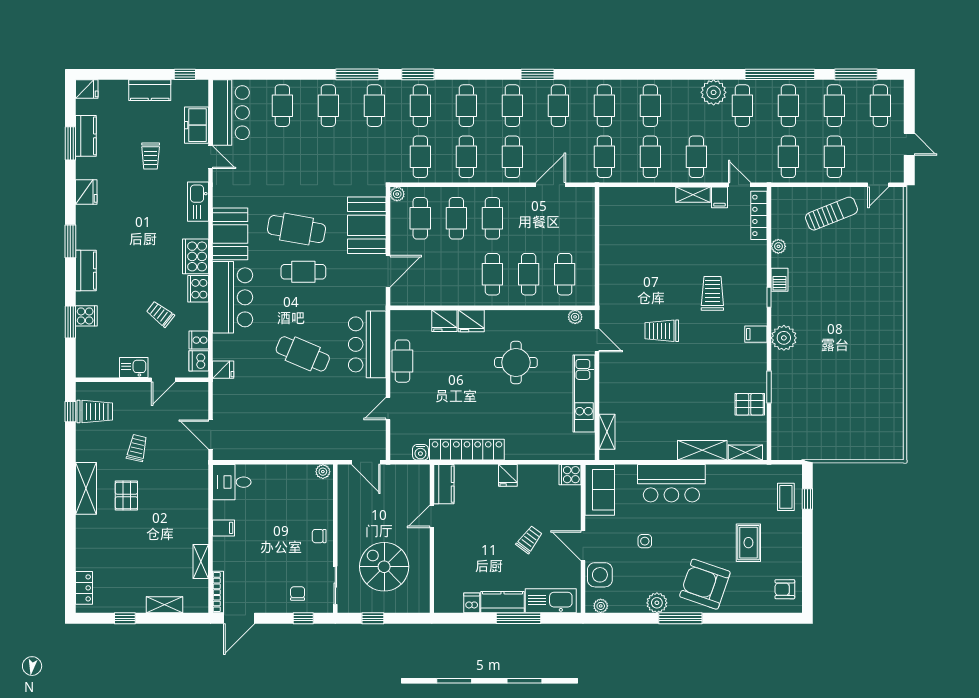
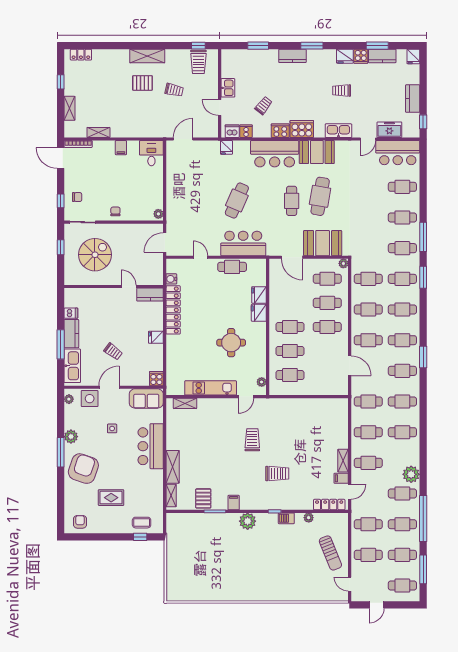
trolley: (151, 156) -> (342, 90), moved
cooker: (86, 316) -> (361, 56), moved
filing cabinet: (756, 334) -> (234, 503), moved

